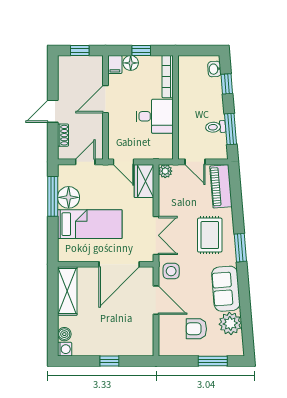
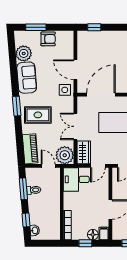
desk: (155, 116) -> (76, 179), moved
door: (124, 162) -> (98, 166), swing flipped
plant: (165, 171) -> (65, 155), width x1.88, depth x1.88
double door: (156, 235) -> (75, 126), moved
rug: (210, 235) -> (38, 115), turned 90
armchair: (196, 329) -> (48, 39), moved
window: (109, 361) -> (94, 27), moved

